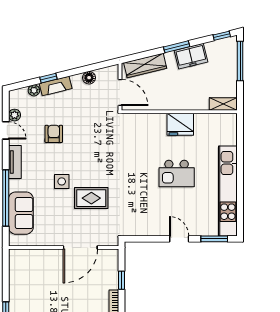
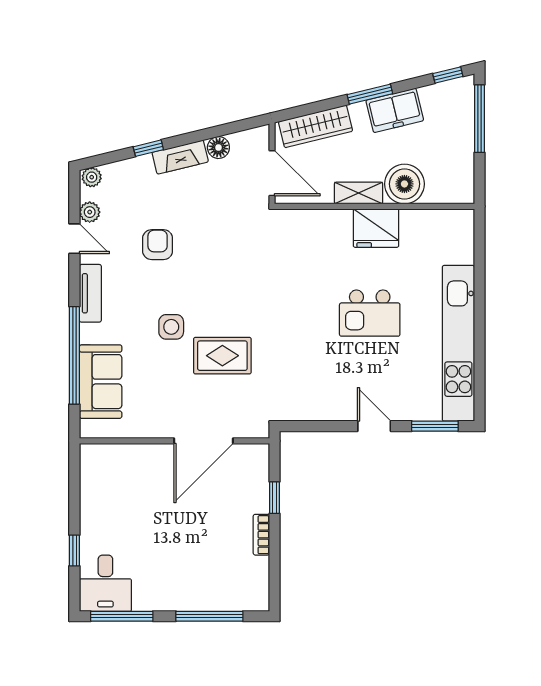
fireplace: (56, 86) -> (180, 157), moved
plant: (34, 90) -> (92, 177), moved
boiler: (197, 99) -> (404, 184), added
shelving: (223, 104) -> (359, 193), moved

